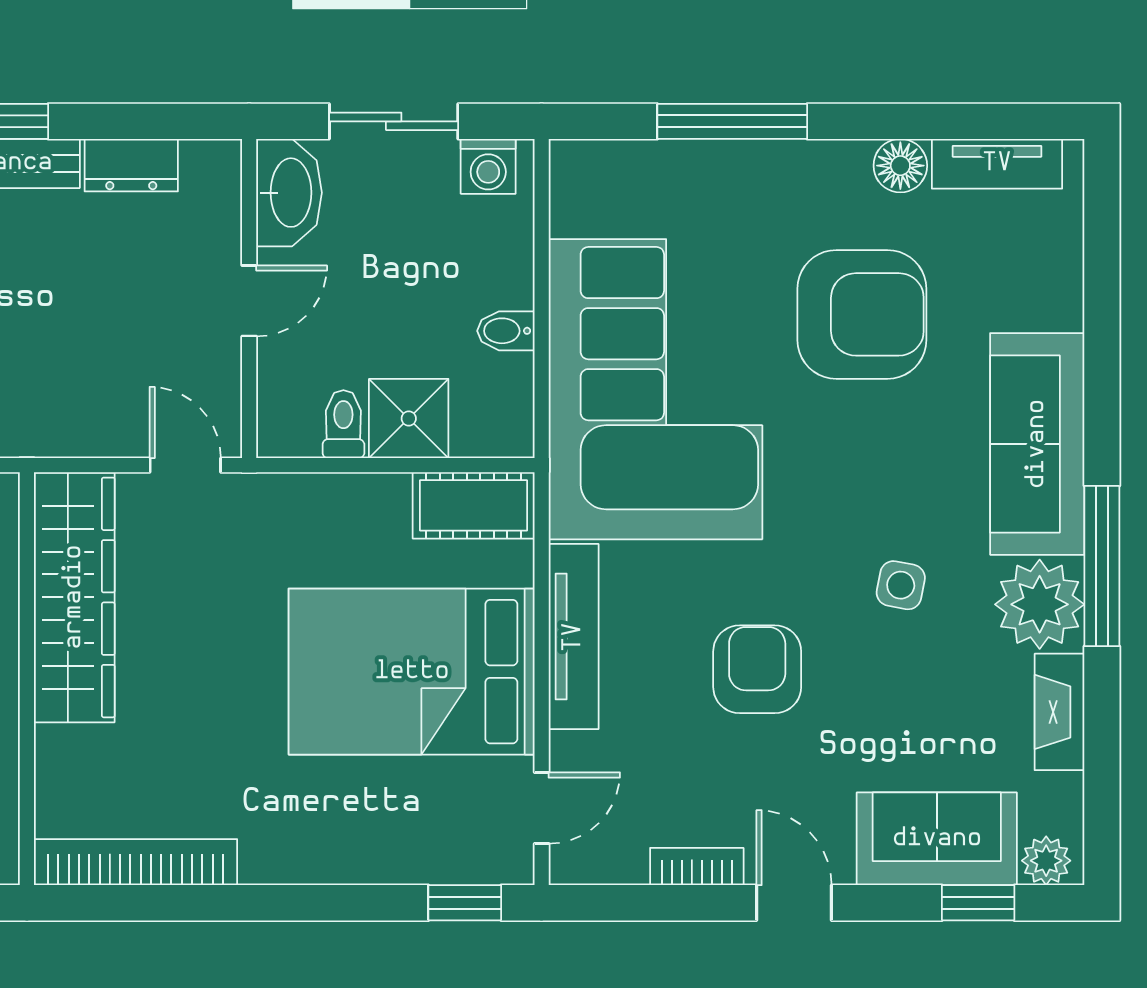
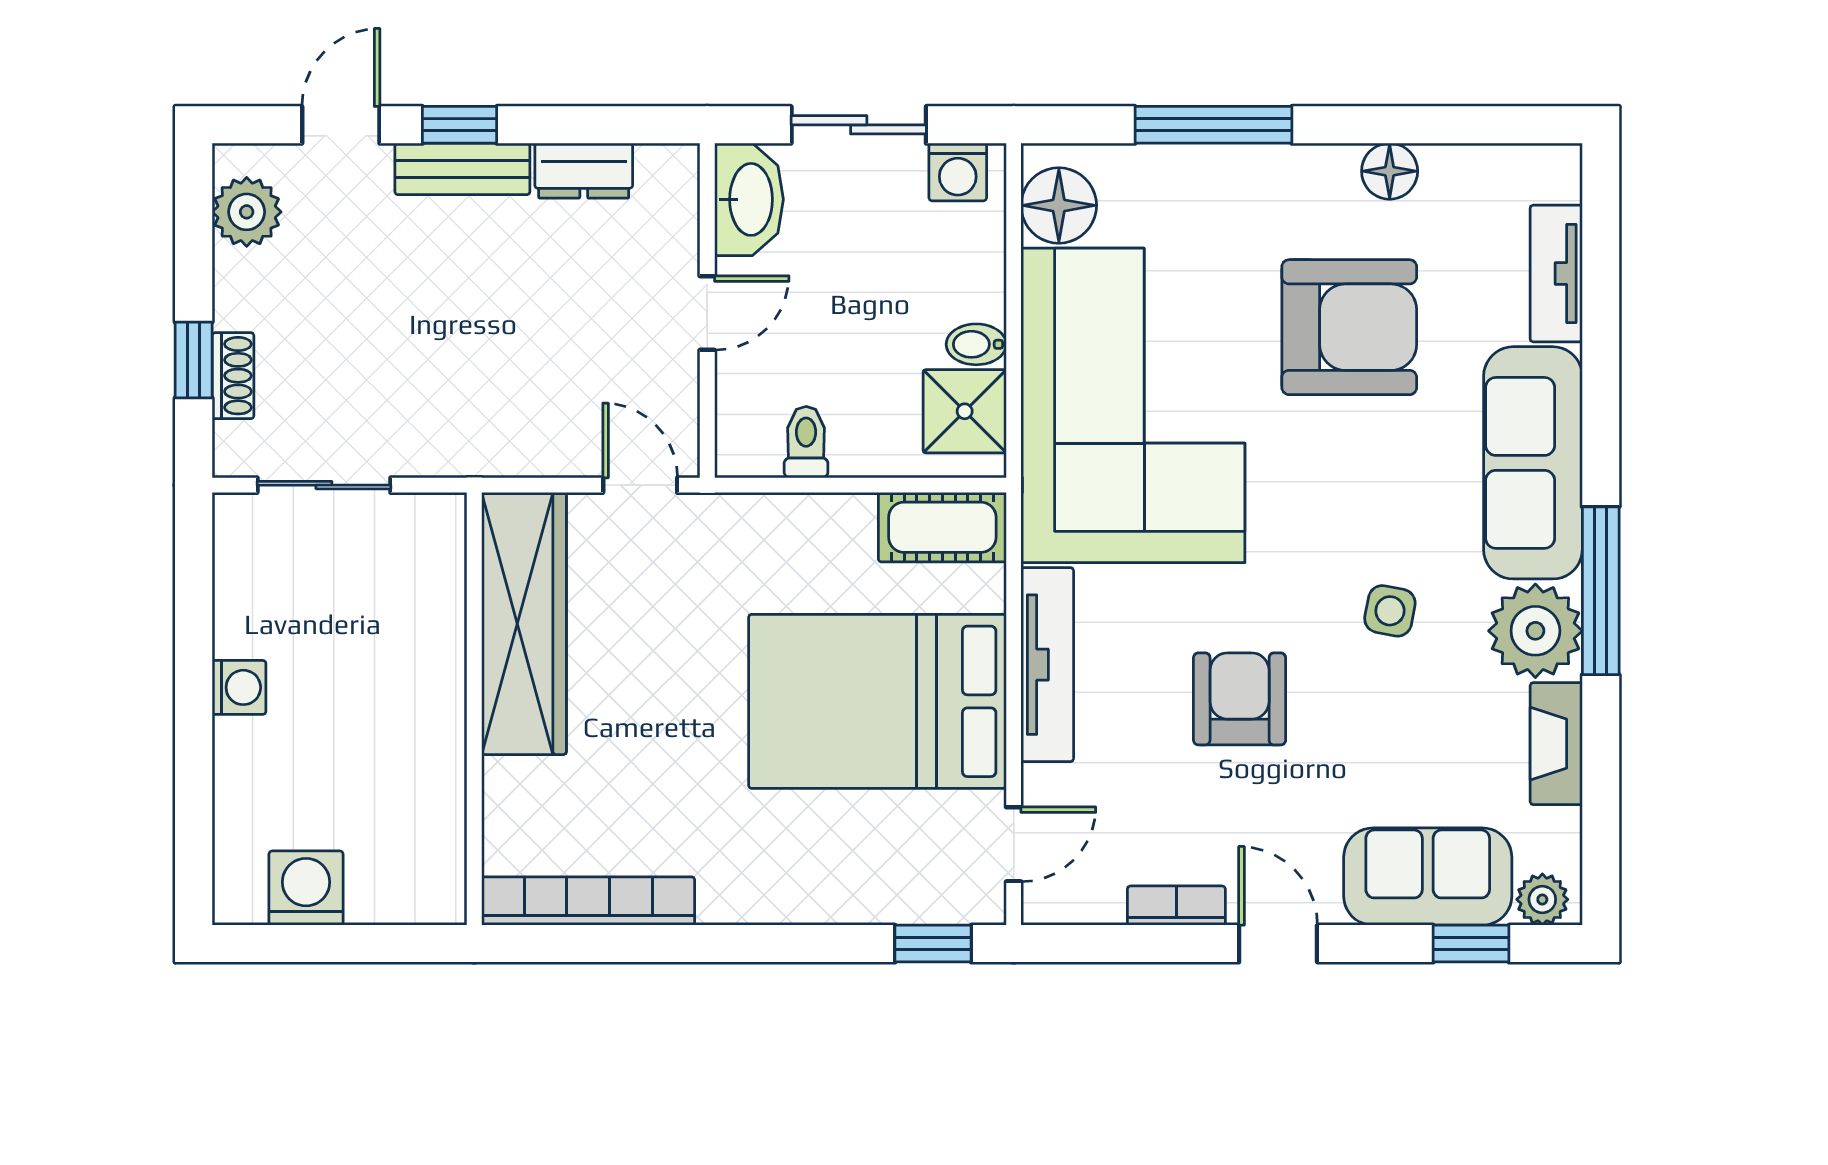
tv unit: (997, 164) -> (1556, 273), moved, turned 90
floor lamp: (585, 198) -> (1059, 205), added
shower: (409, 418) -> (965, 411), moved

